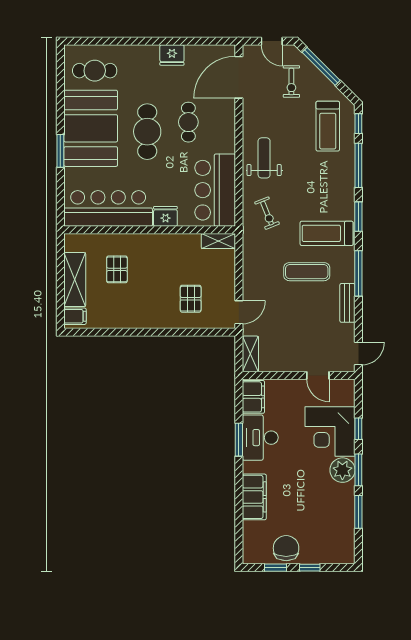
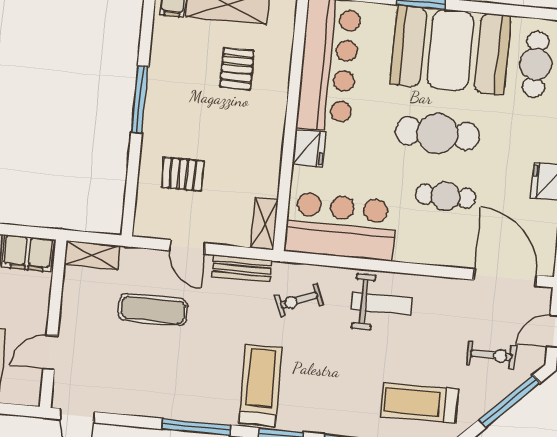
exercise bike: (291, 82) -> (491, 355), turned 180
pallet: (117, 269) -> (237, 69), turned 90
exercise mat: (307, 272) -> (153, 310), moved, turned 90
bench: (347, 303) -> (242, 269), moved
door: (239, 312) -> (187, 247), moved
window: (144, 332) -> (140, 100), added

